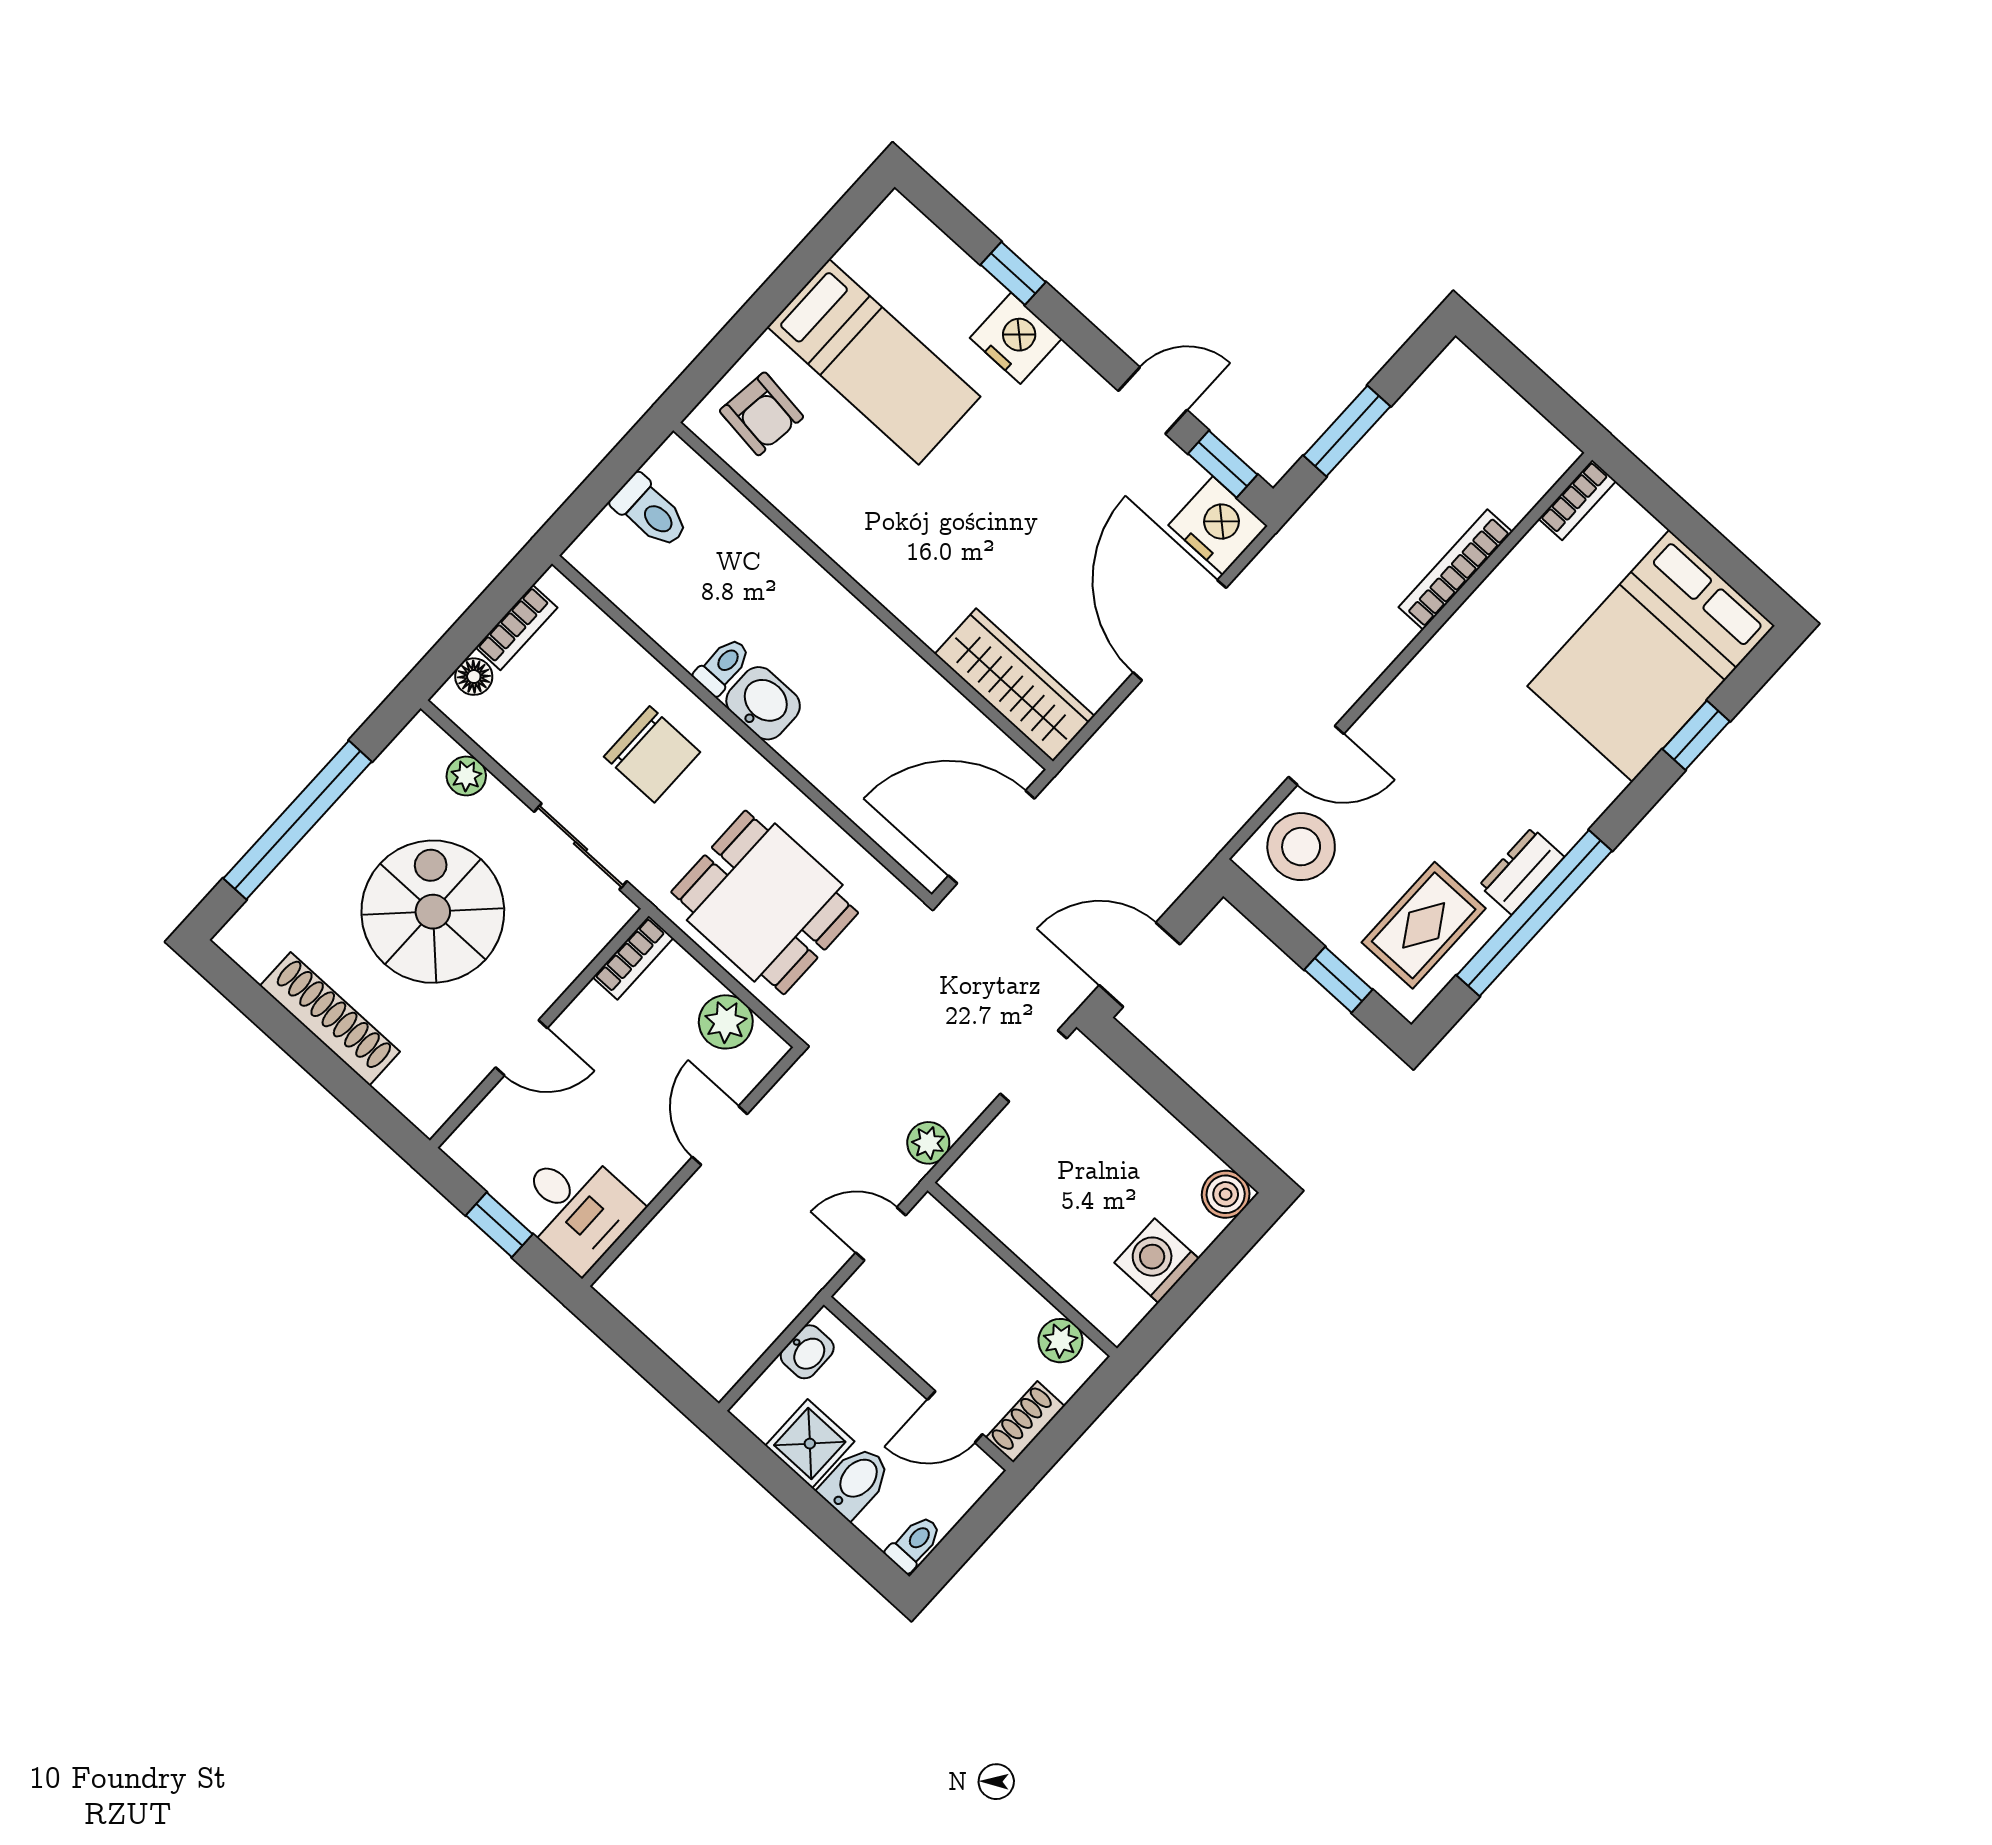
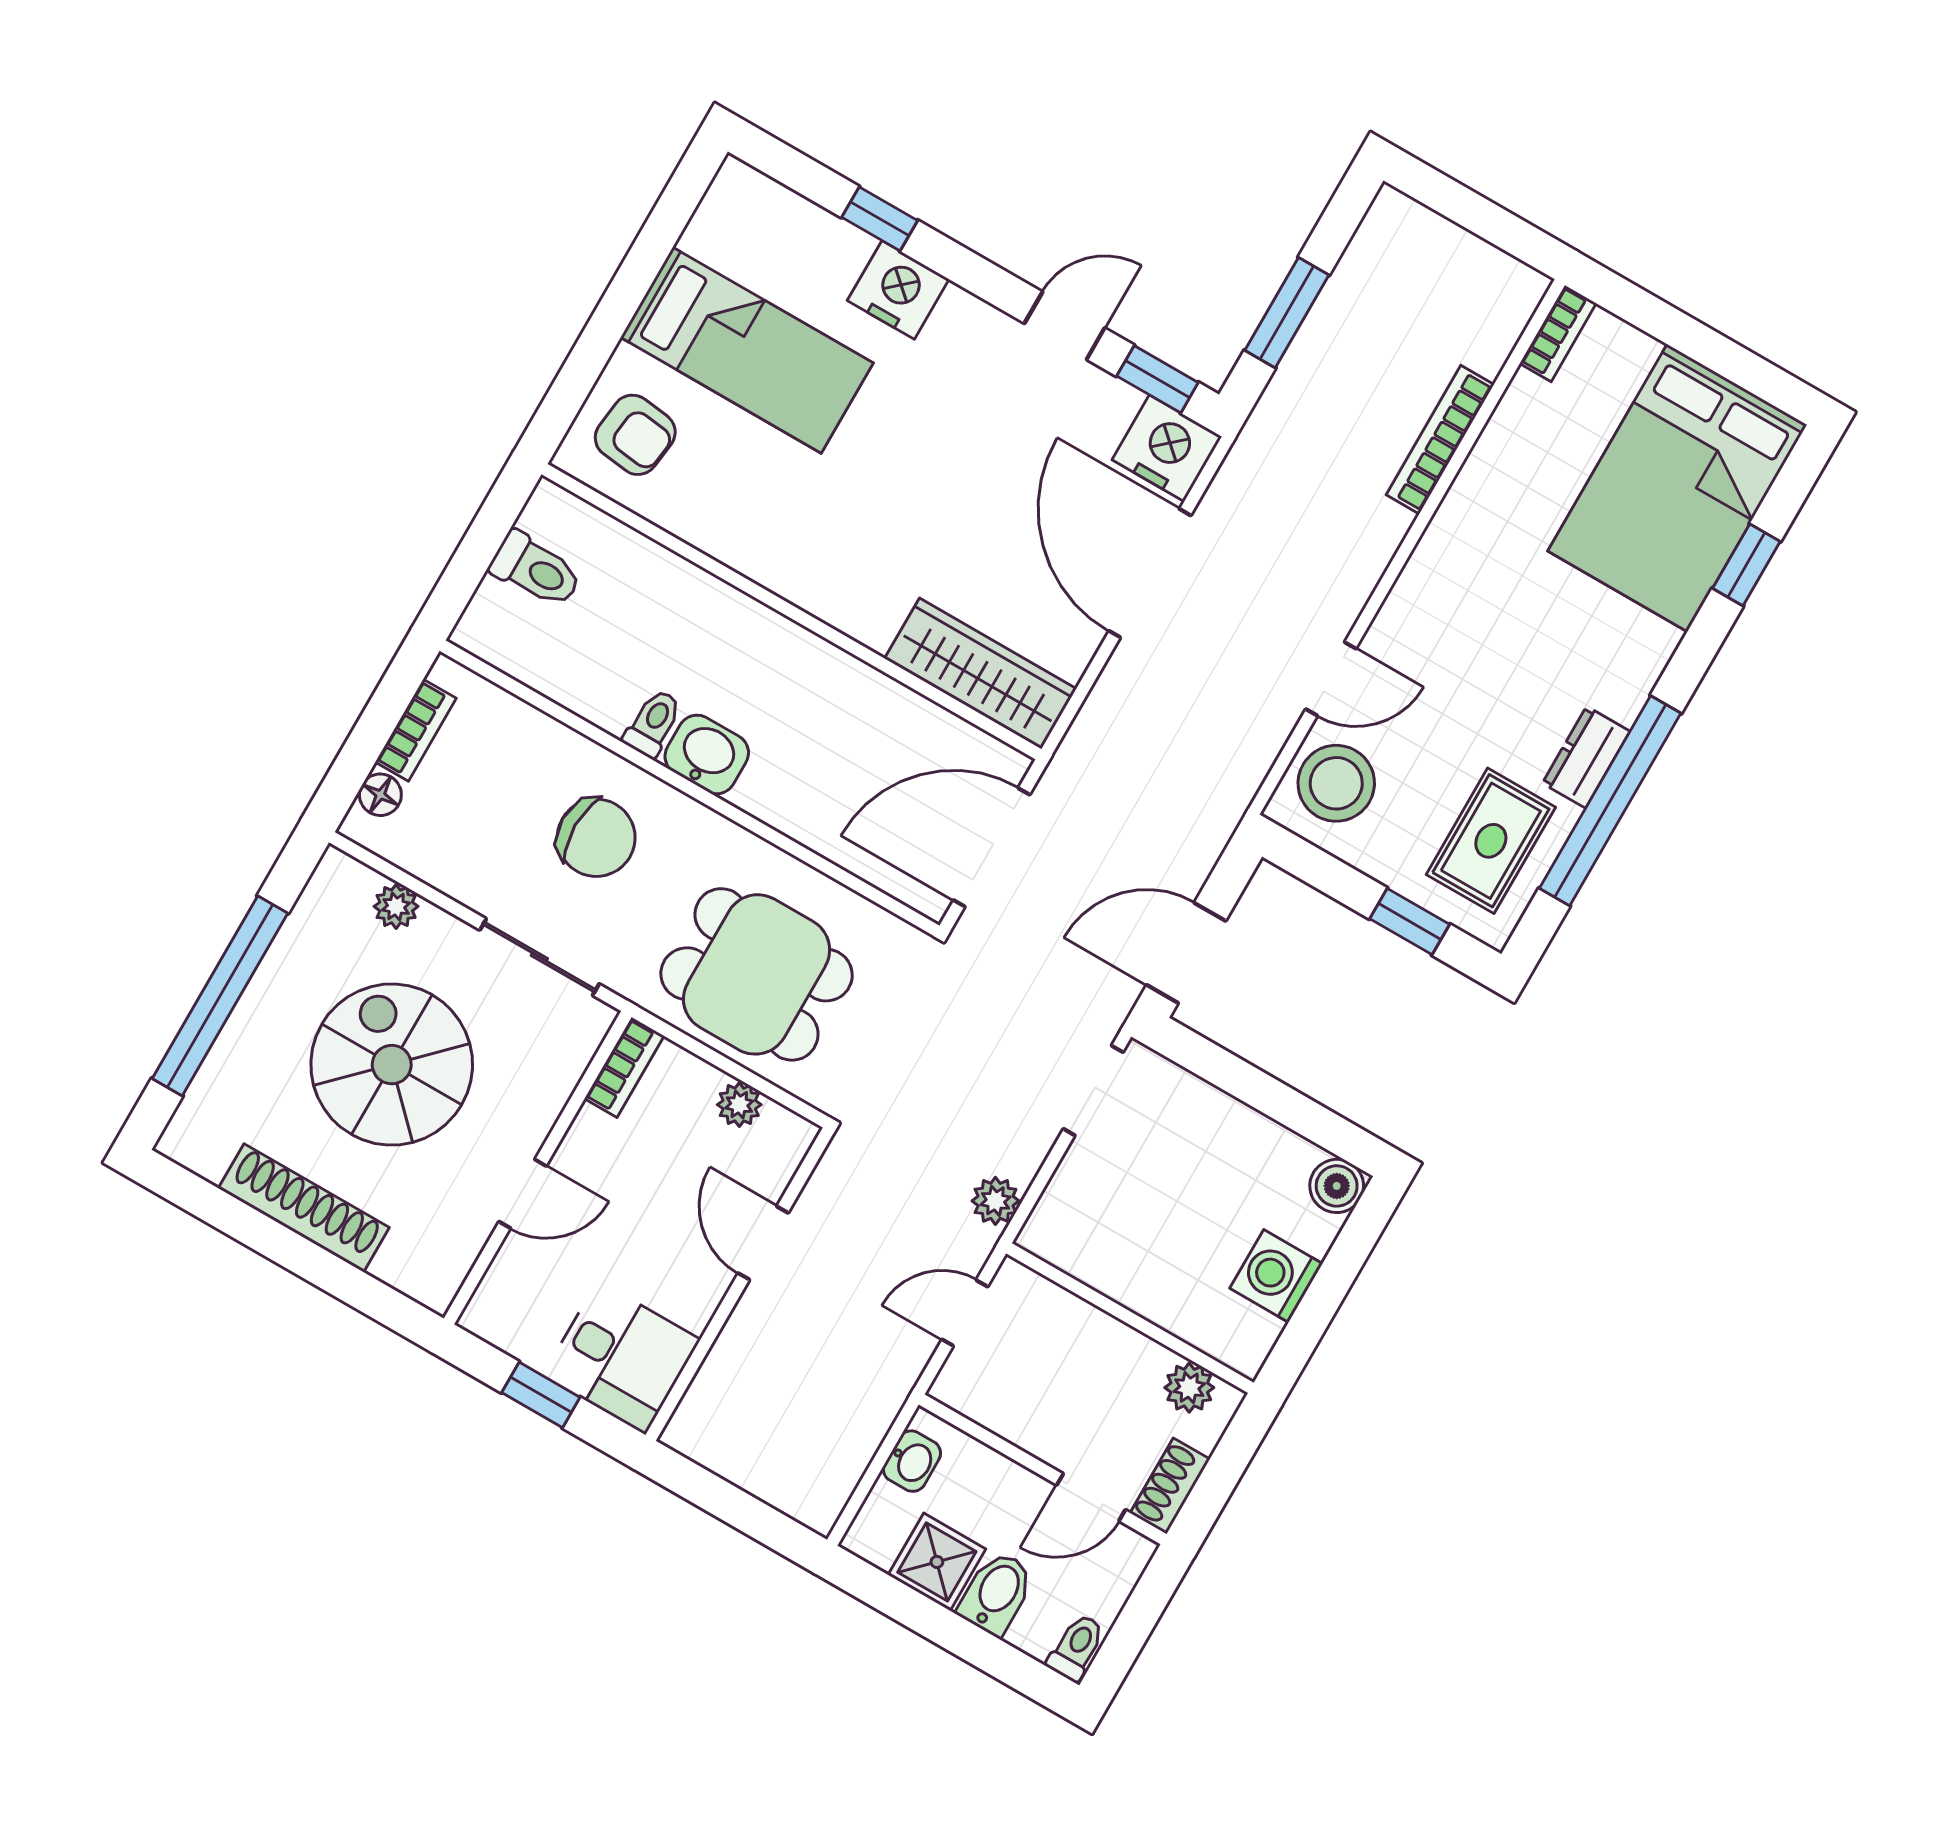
plant: (726, 1022) -> (739, 1105), width x0.73, depth x0.73

